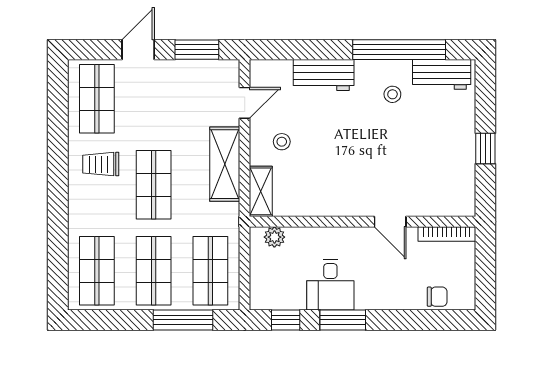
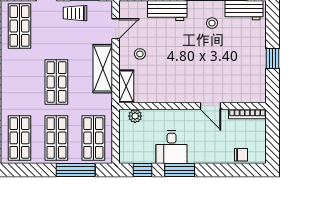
trolley: (101, 164) -> (75, 13), moved

